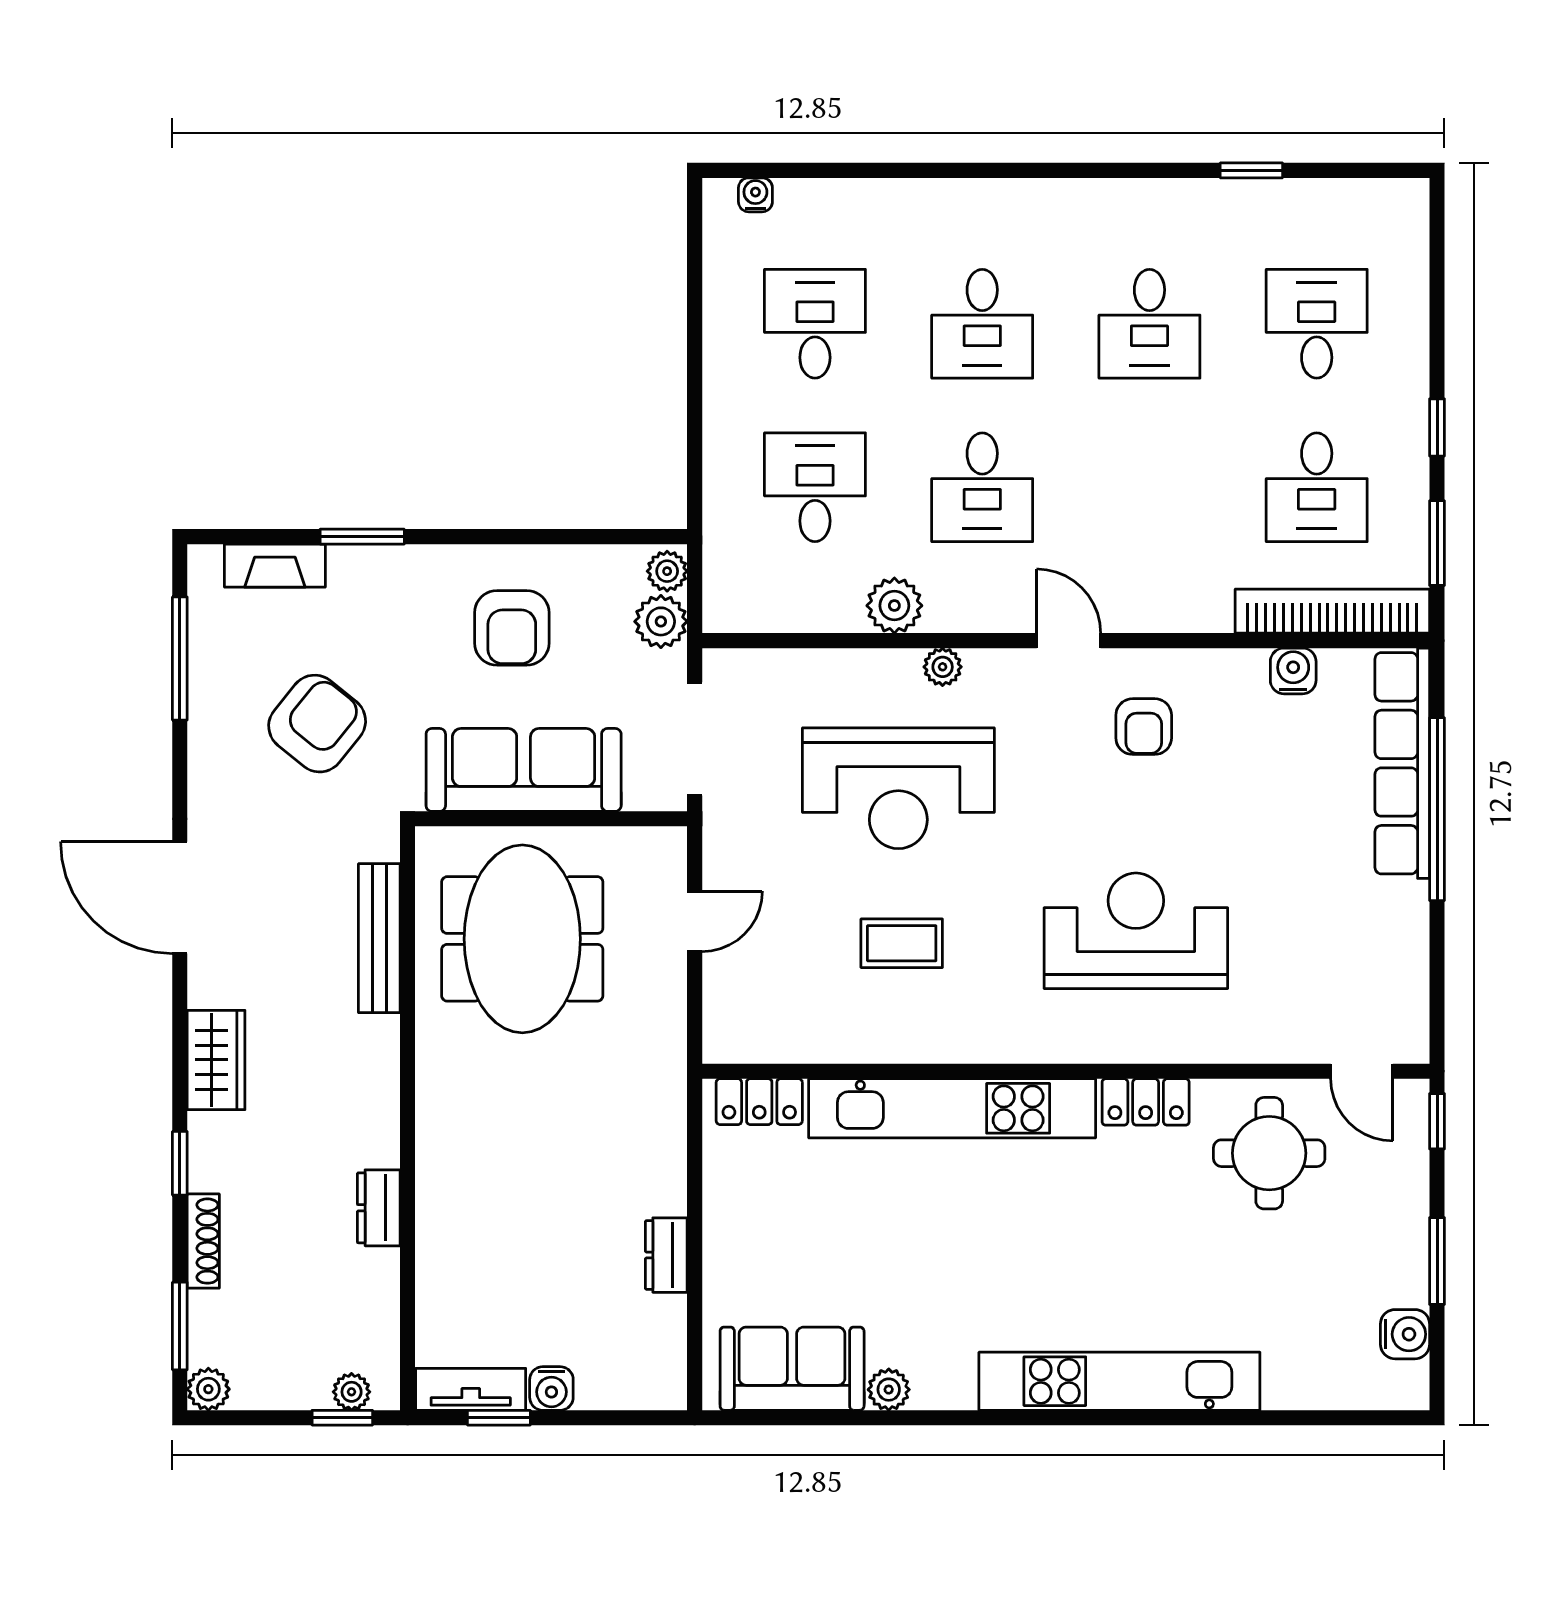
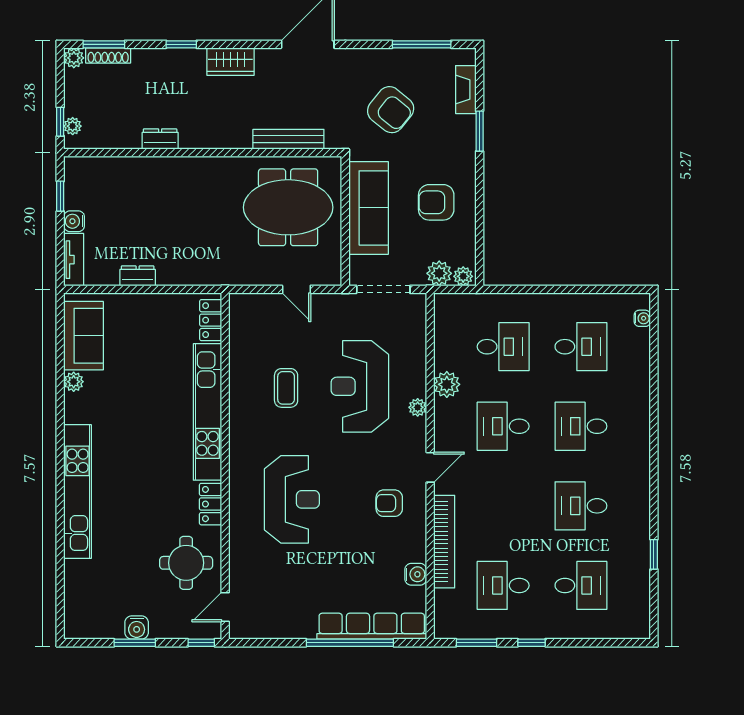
bookcase: (1332, 611) -> (444, 542), moved
shoe rack: (203, 1241) -> (108, 55), moved
water cooler: (1405, 1334) -> (137, 628), moved
tv unit: (471, 1389) -> (74, 260), moved

